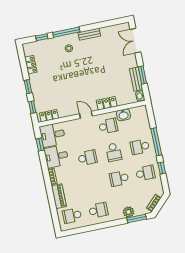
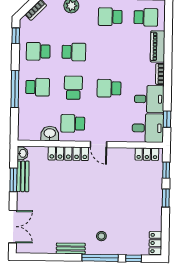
locker: (31, 65) -> (155, 243), moved
locker: (107, 103) -> (68, 154), width x1.53
window: (162, 168) -> (16, 36), moved

